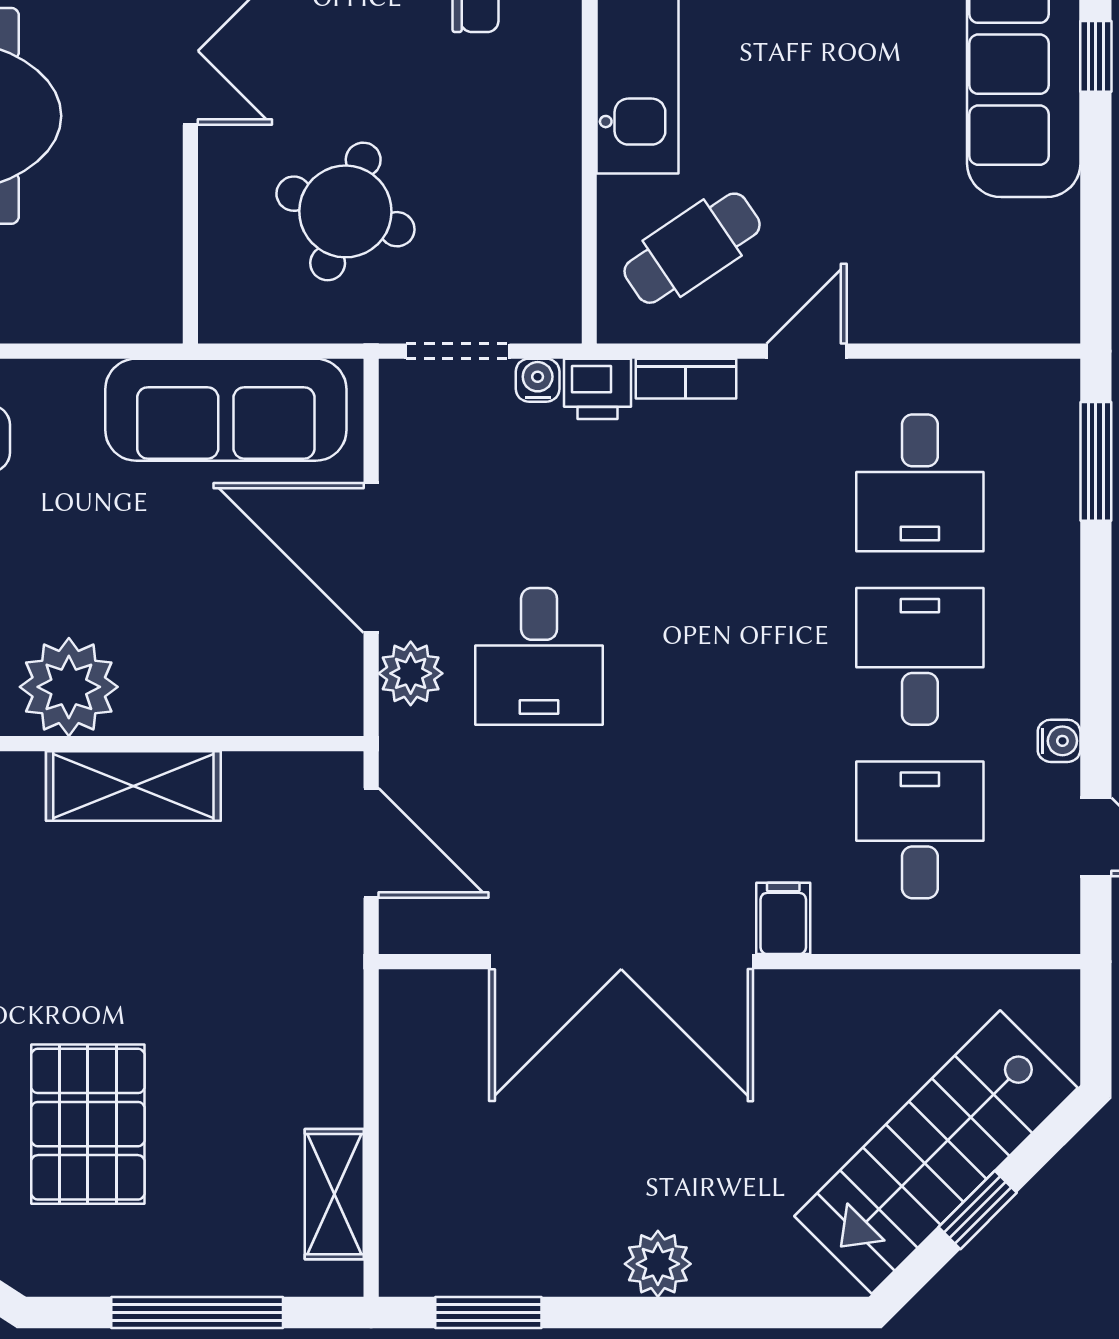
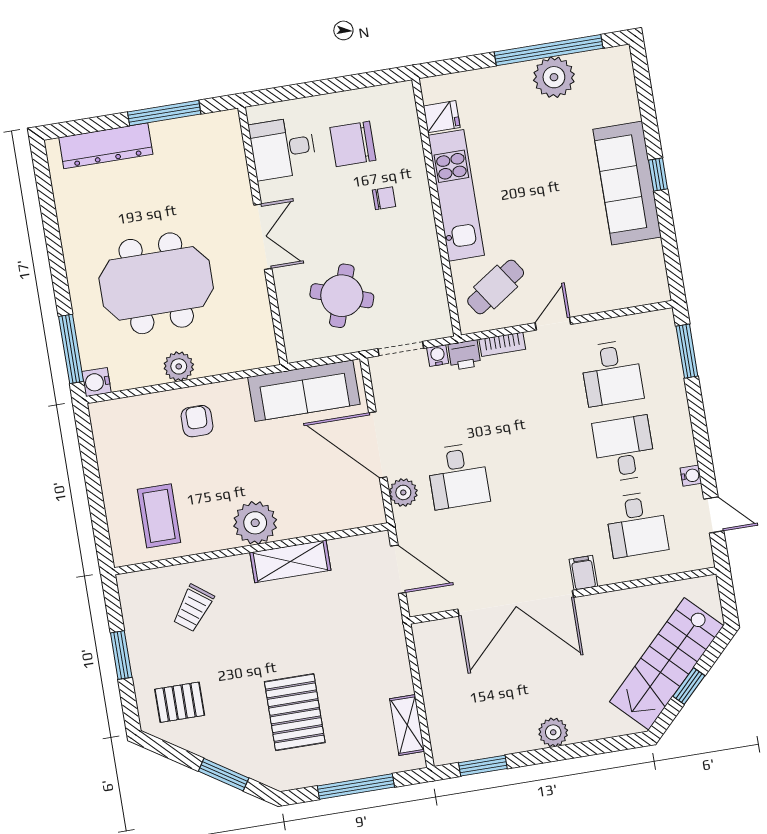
desk: (920, 830) -> (637, 524), turned 180

